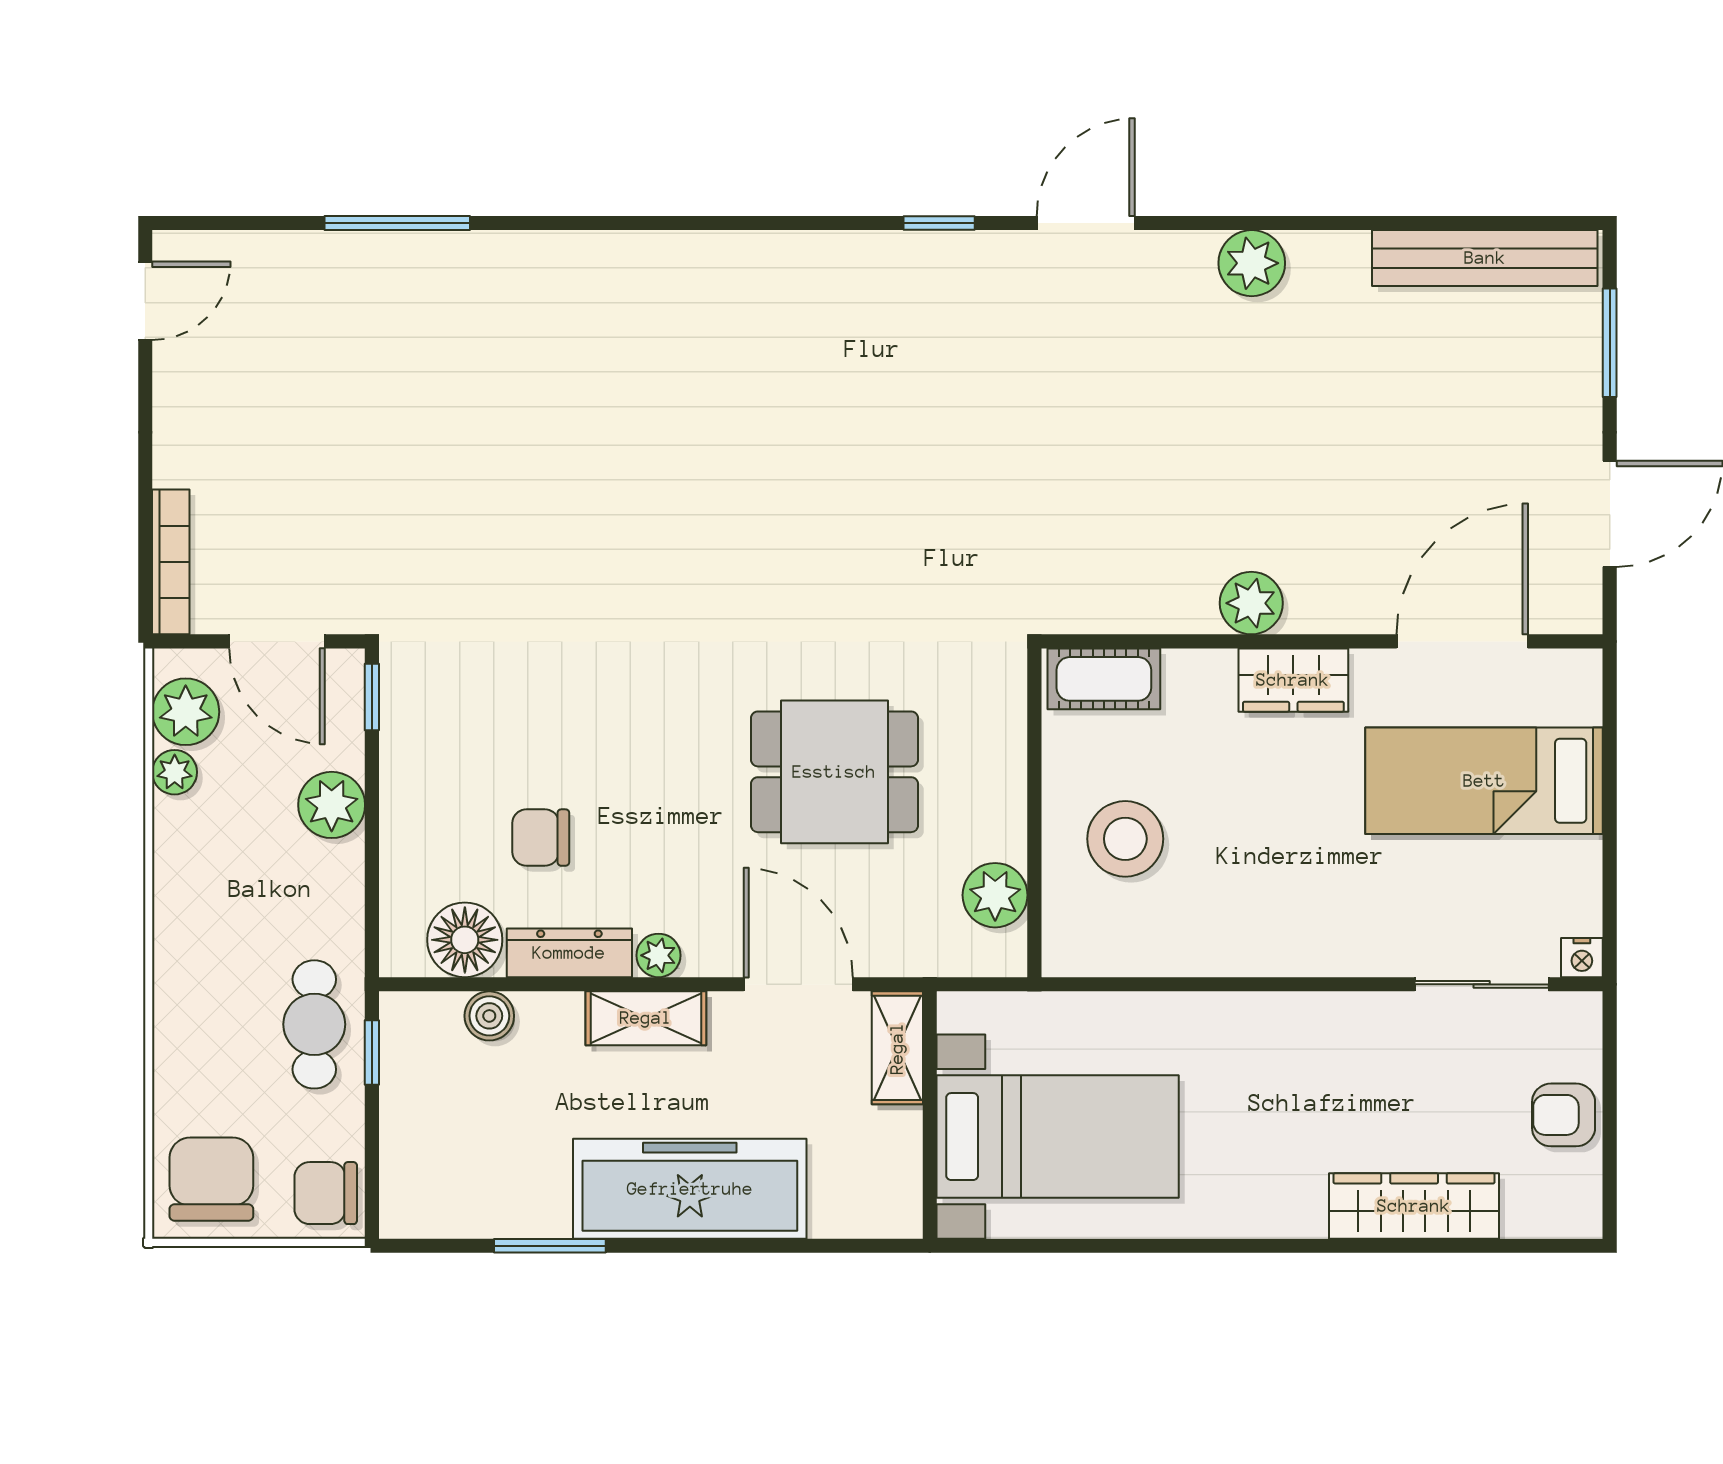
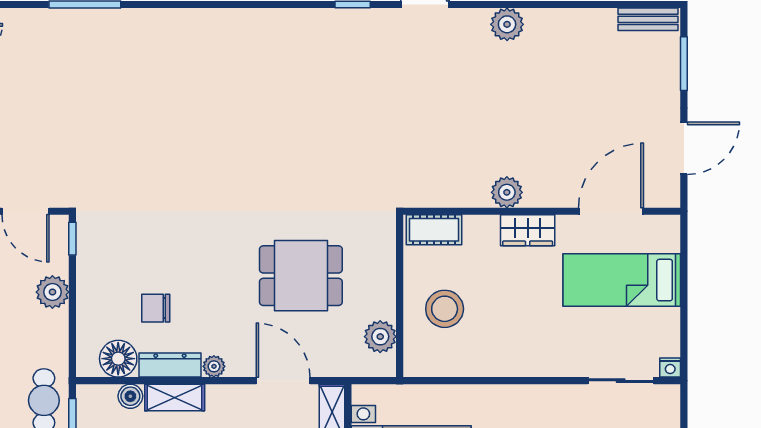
bench: (1485, 258) -> (648, 19), width x0.54, depth x0.82
shelving: (646, 1018) -> (175, 397), moved

